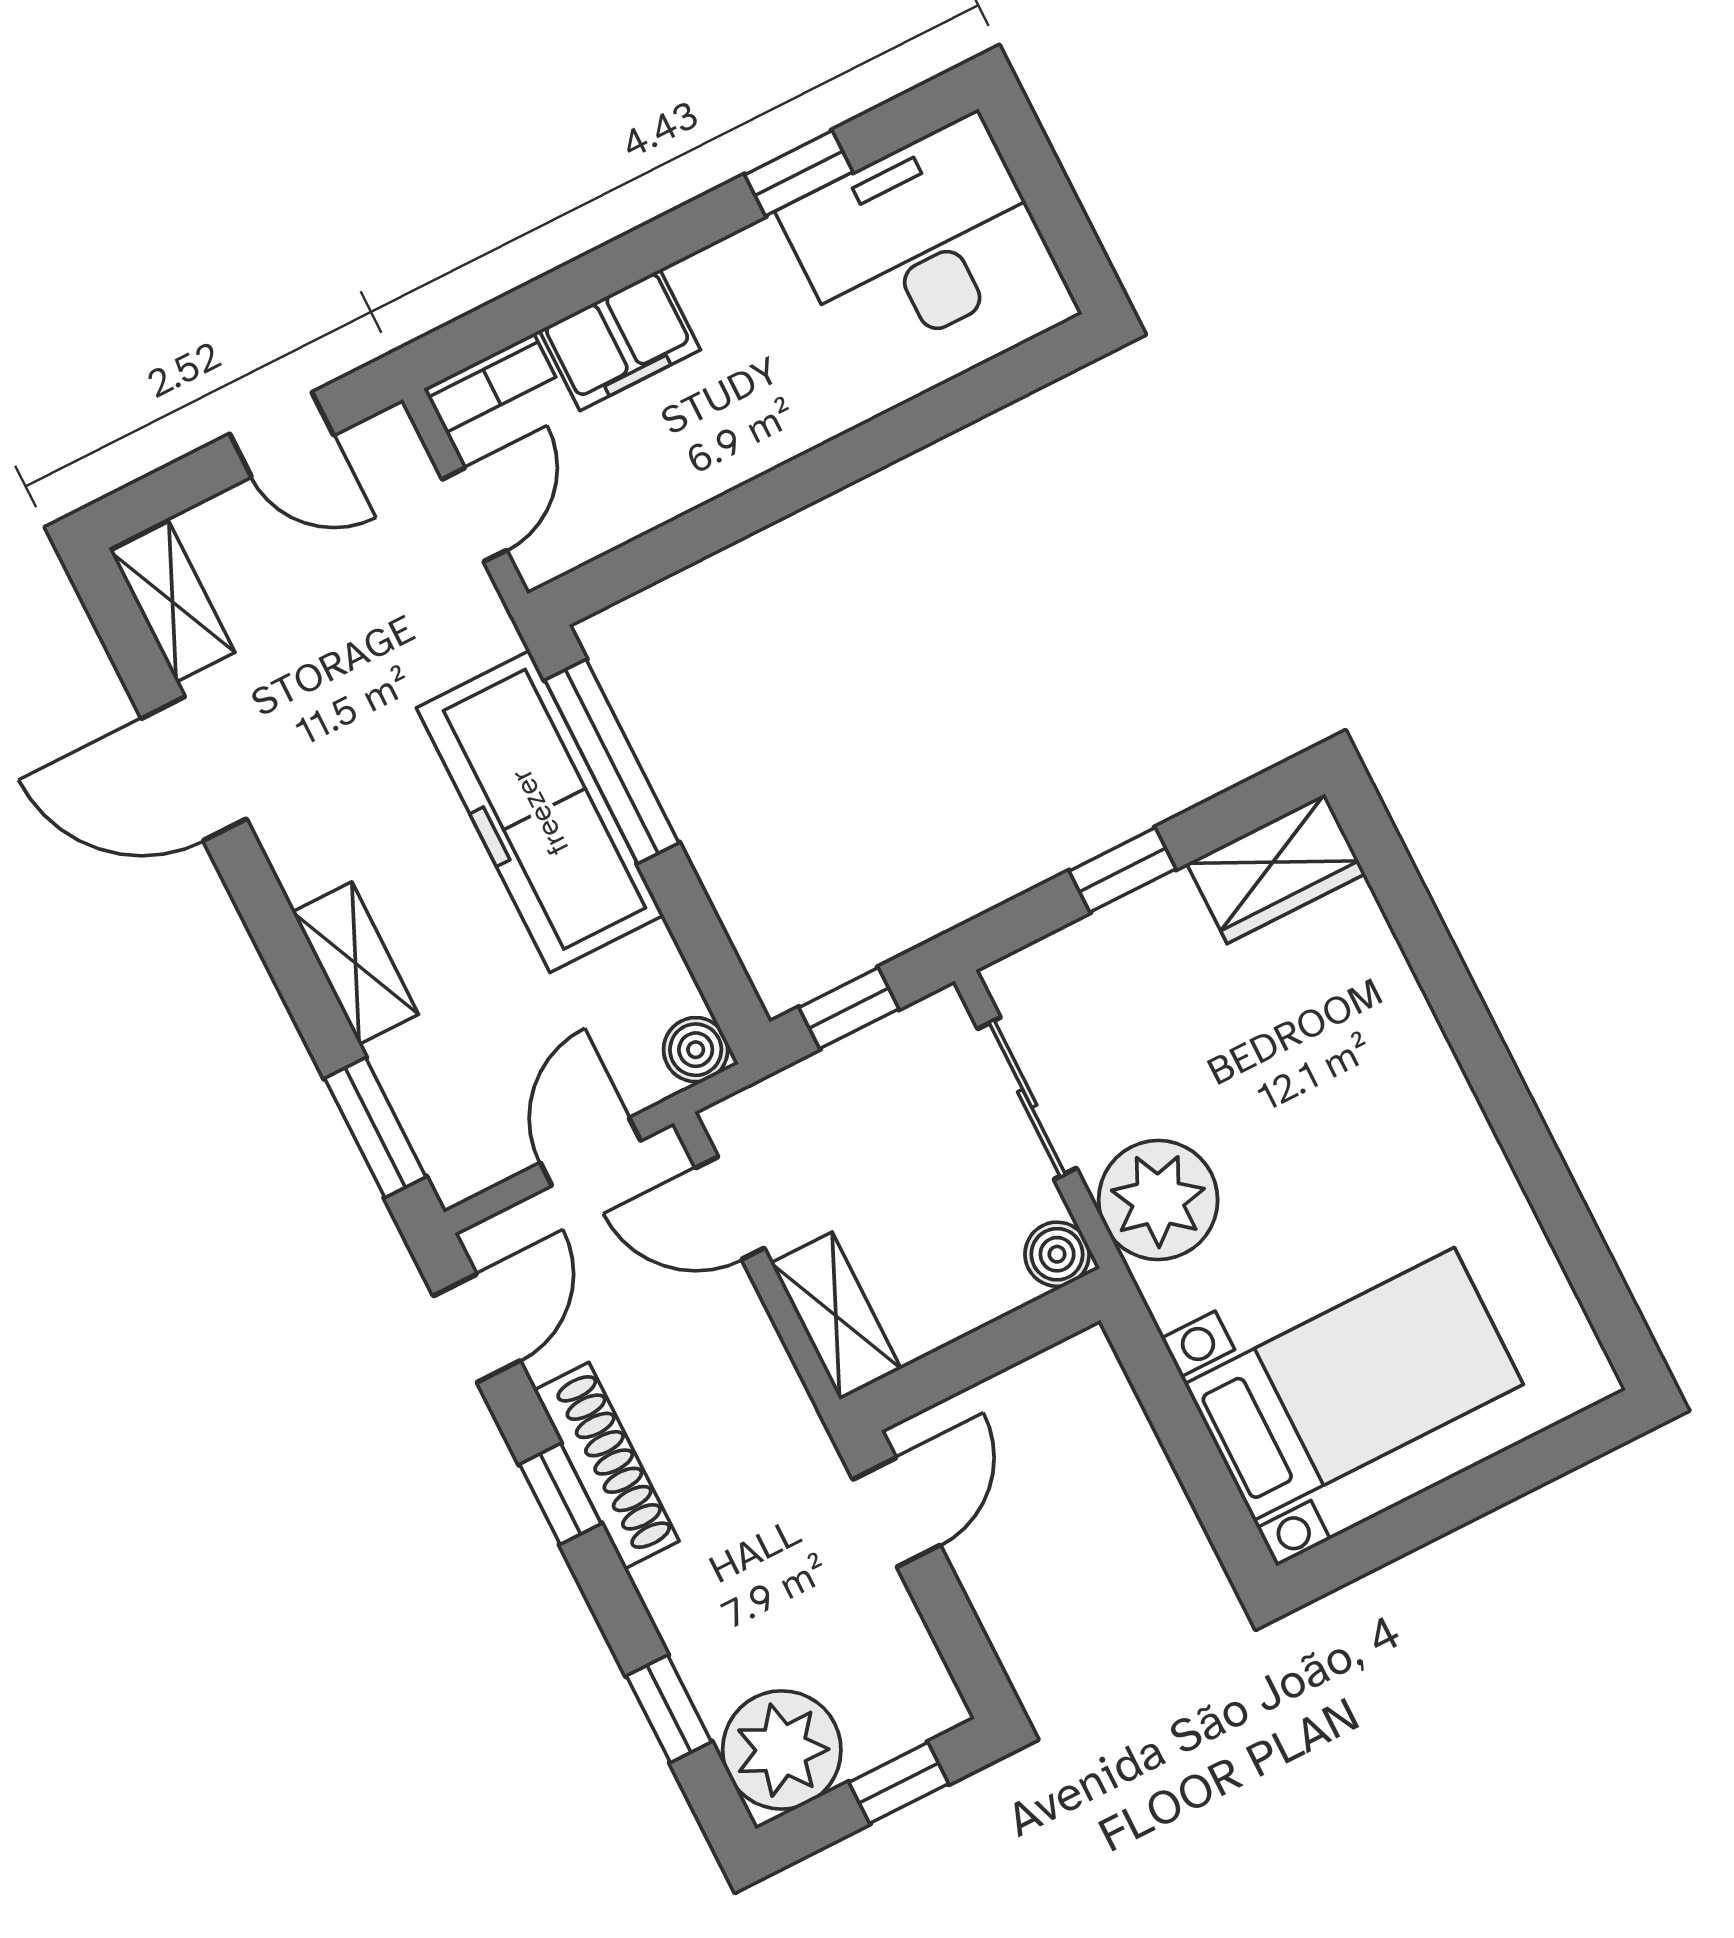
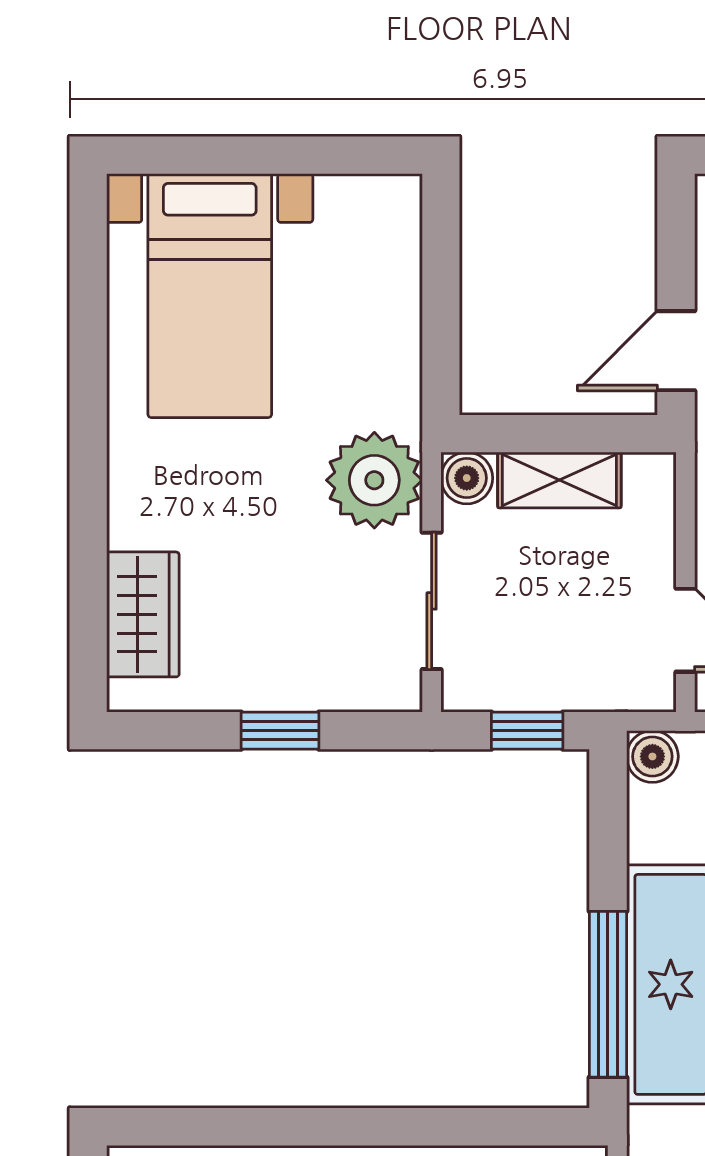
wardrobe: (1276, 869) -> (143, 614), moved, turned 90
shelving: (836, 1316) -> (559, 480), moved, turned 90
bed with nightstands: (1354, 1384) -> (210, 296), moved, turned -90

